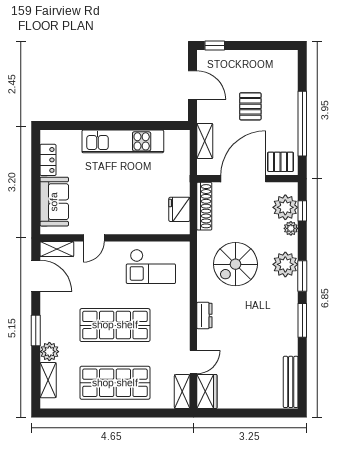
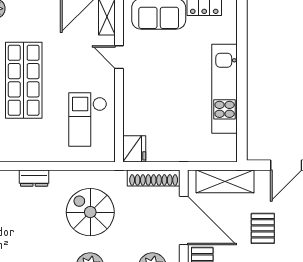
pallet: (250, 106) -> (263, 228), turned 90
shelving: (205, 141) -> (225, 181), width x1.50, depth x1.33
fridge: (179, 209) -> (134, 149), moved, turned 90

